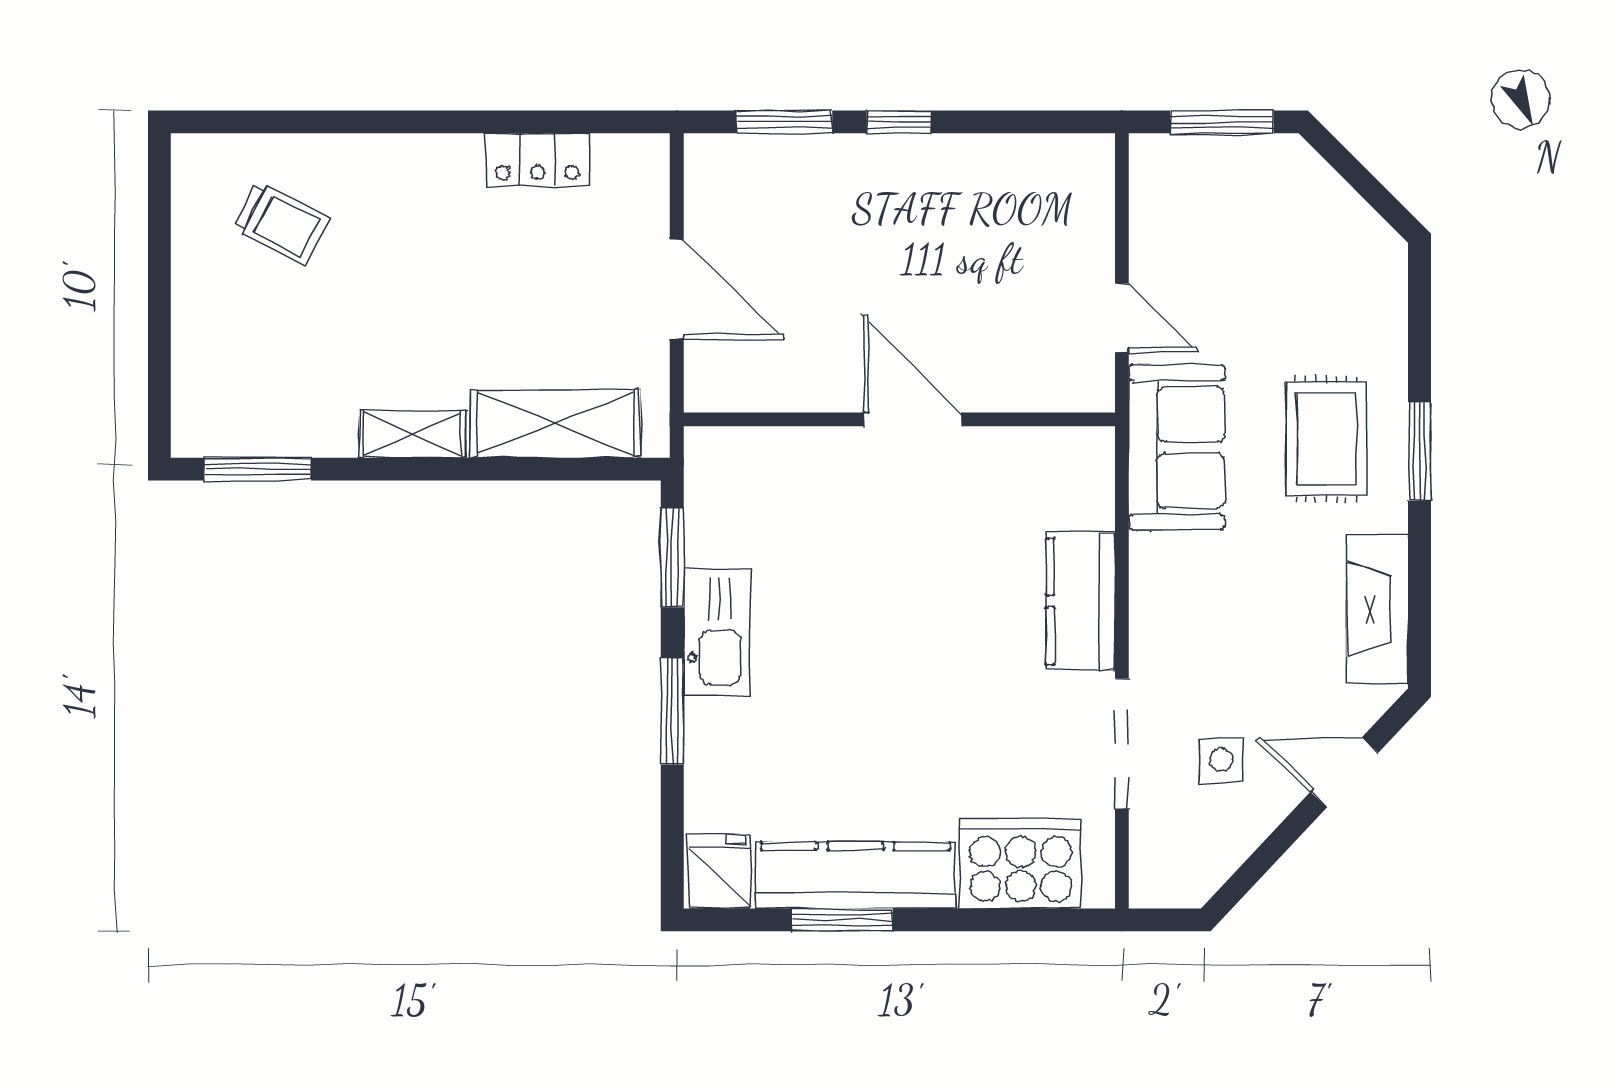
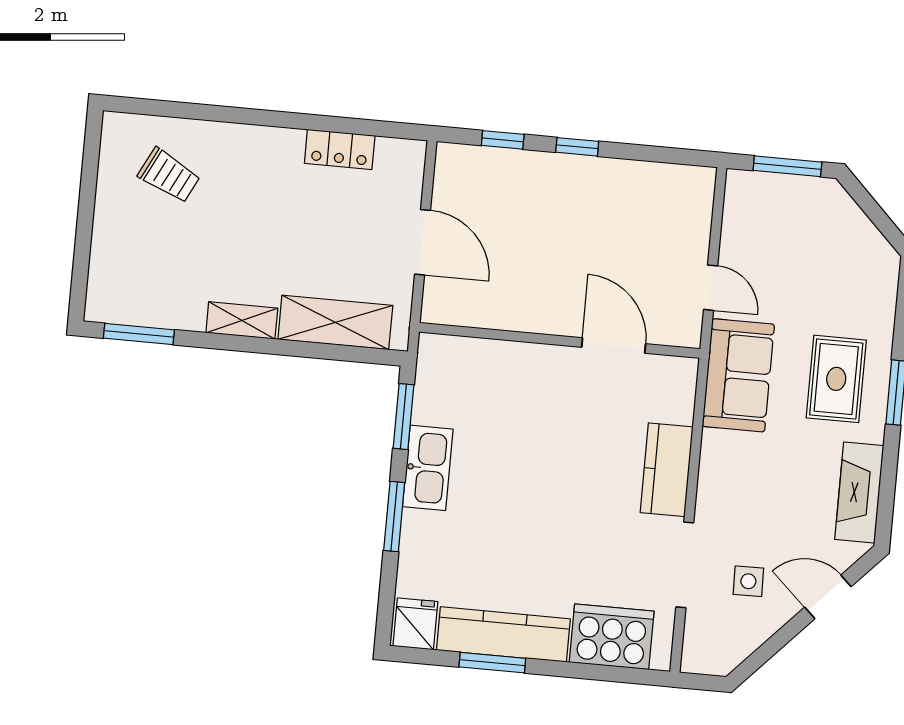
window: (784, 122) -> (503, 140), width x0.67
door: (913, 419) -> (614, 345), moved

